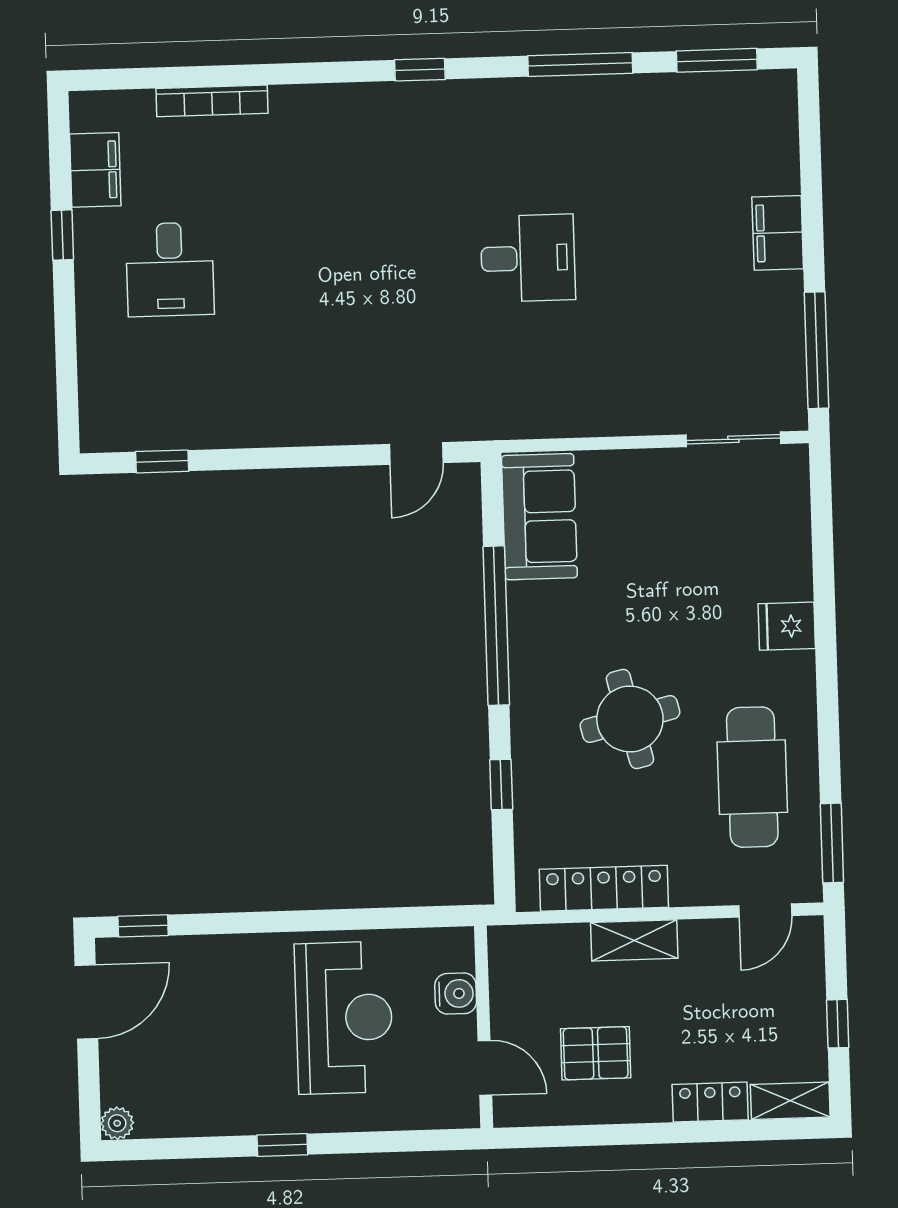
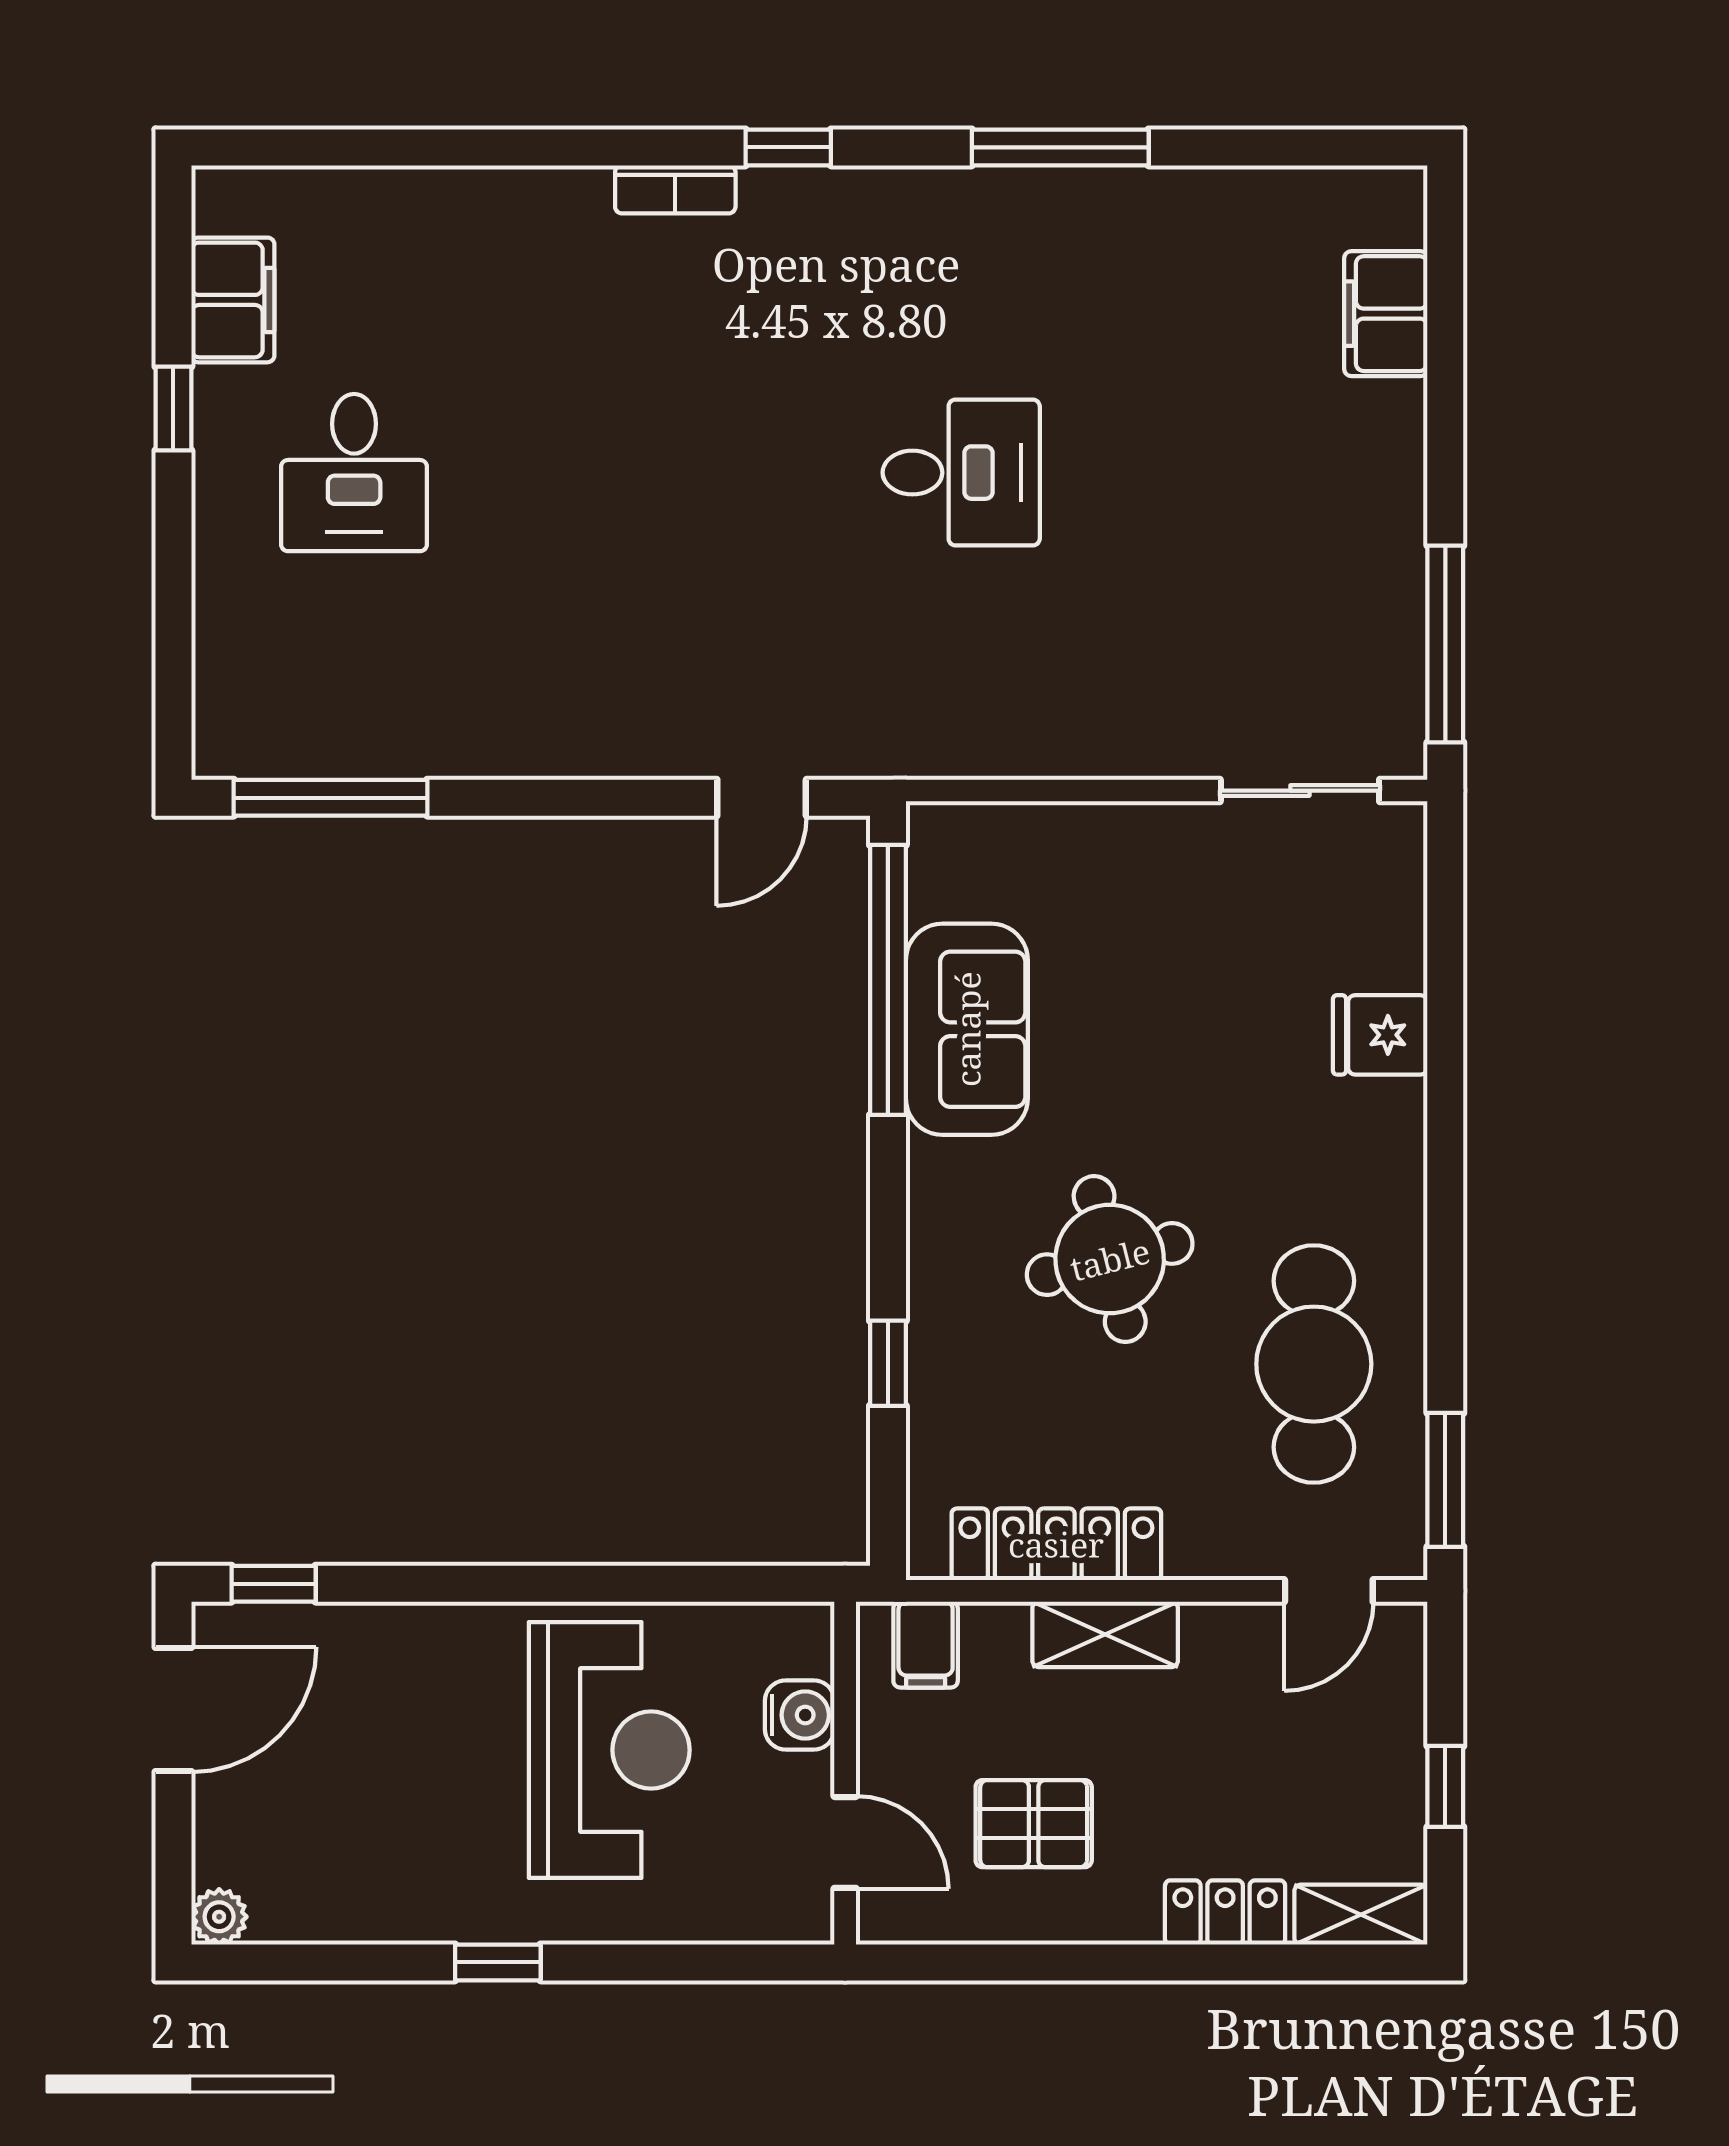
window: (717, 60) -> (1292, 147), removed
bookcase: (212, 101) -> (675, 189), moved, width x0.64
filing cabinet: (778, 233) -> (1386, 314), moved
window: (162, 461) -> (331, 798), width x2.17
sofa: (539, 517) -> (967, 1029), moved
window: (496, 626) -> (888, 980), moved
fridge: (787, 626) -> (1380, 1035), moved
filing cabinet: (529, 950) -> (926, 1645), added

